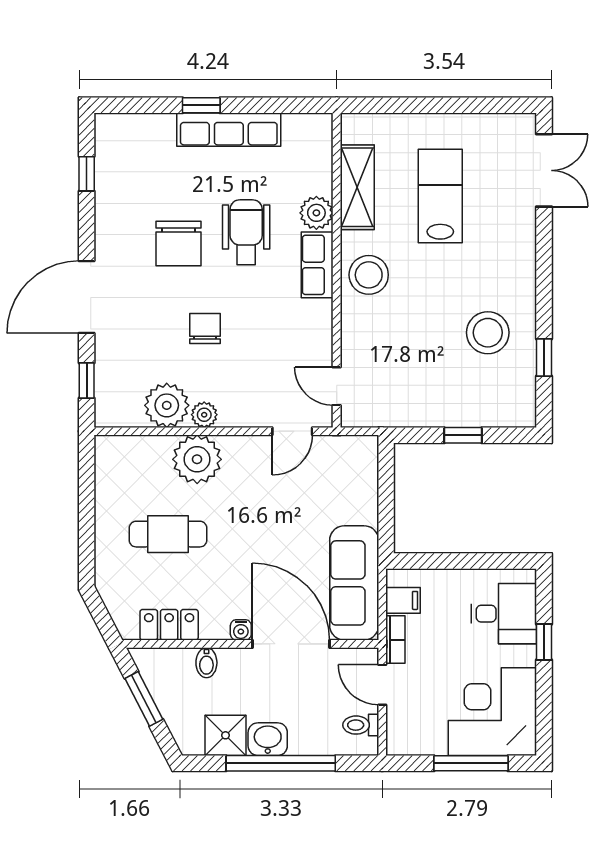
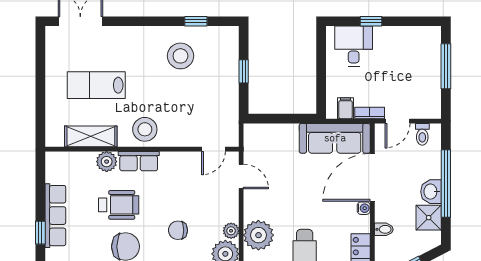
wheelchair: (246, 232) -> (119, 205), turned 180
corner desk: (492, 712) -> (414, 53), removed

